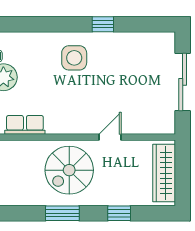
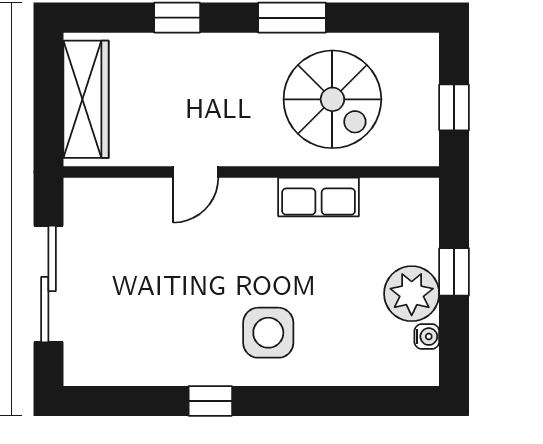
row of seats: (25, 125) -> (319, 197), moved
spiral stairs: (69, 170) -> (332, 99), moved, turned 90

